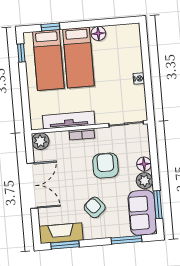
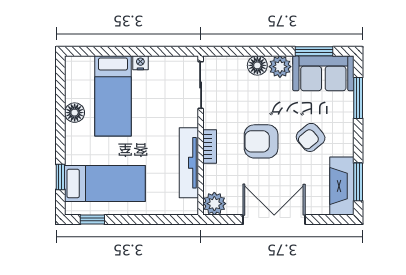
bed: (78, 57) -> (113, 96), moved, turned 90
armchair: (106, 166) -> (261, 141), moved

